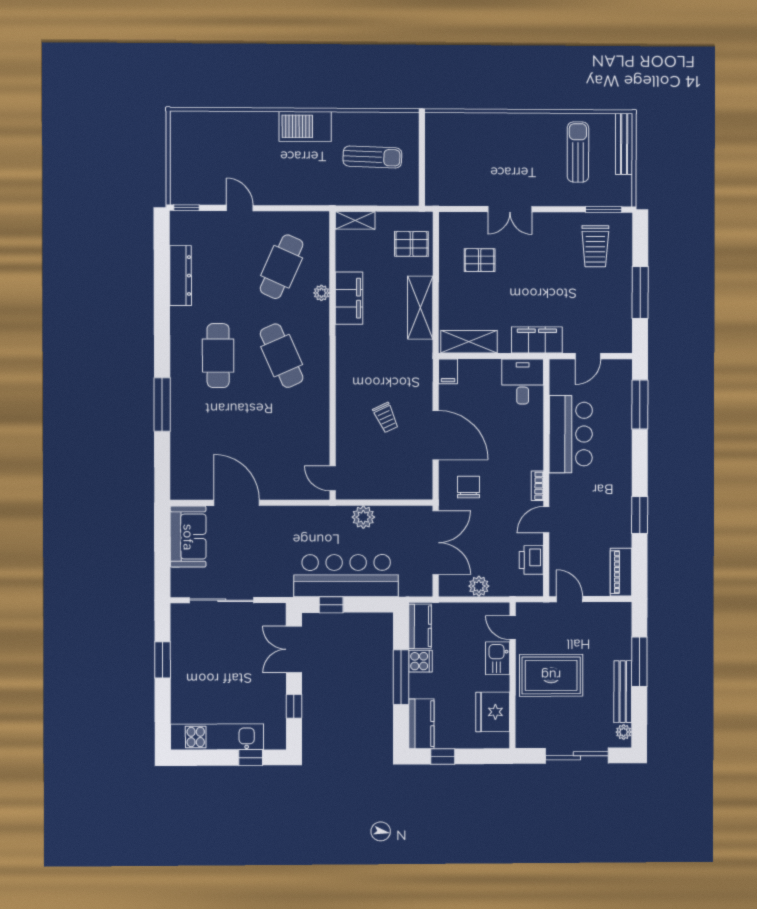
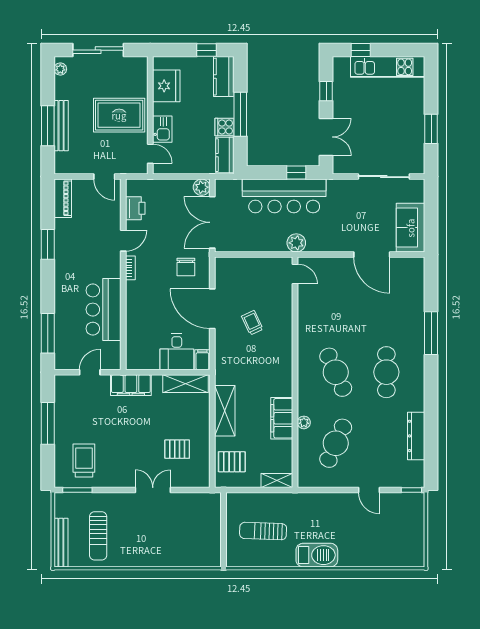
desk: (523, 382) -> (177, 352), moved
plant: (363, 517) -> (296, 243), moved
plant: (479, 586) -> (202, 187), moved
bench: (623, 692) -> (61, 126), moved

